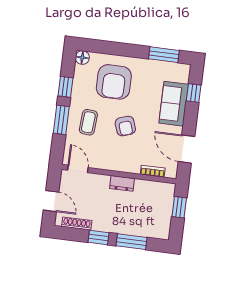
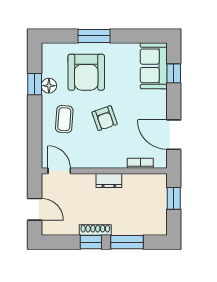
window: (164, 55) -> (94, 36), moved
floor lamp: (82, 58) -> (49, 86), moved
sofa: (174, 104) -> (154, 66), moved
window: (61, 120) -> (35, 120), removed
shoe rack: (77, 224) -> (95, 230), moved

